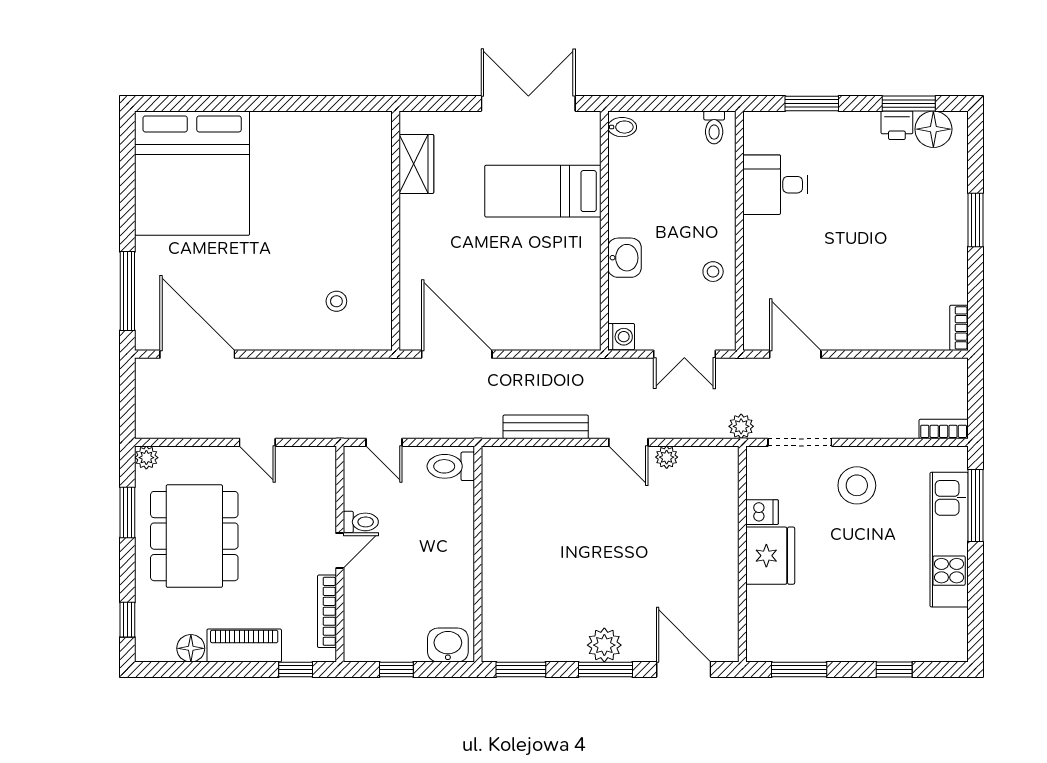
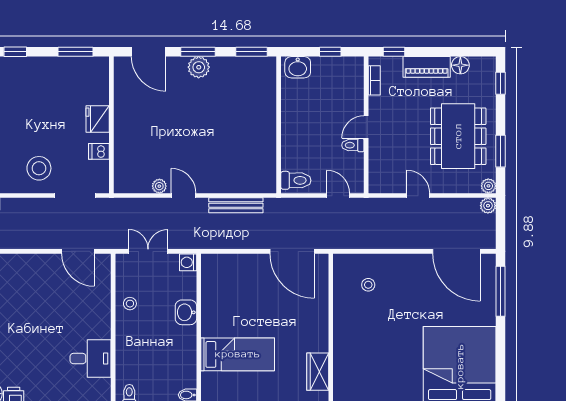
plant: (741, 426) -> (488, 206), moved
fridge: (770, 556) -> (98, 119), width x0.73, depth x0.75
bookcase: (327, 611) -> (374, 80), width x0.64

